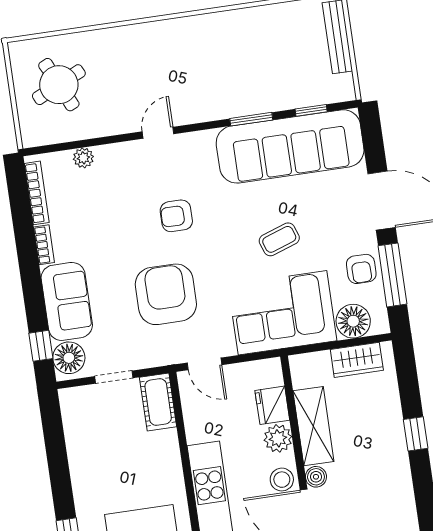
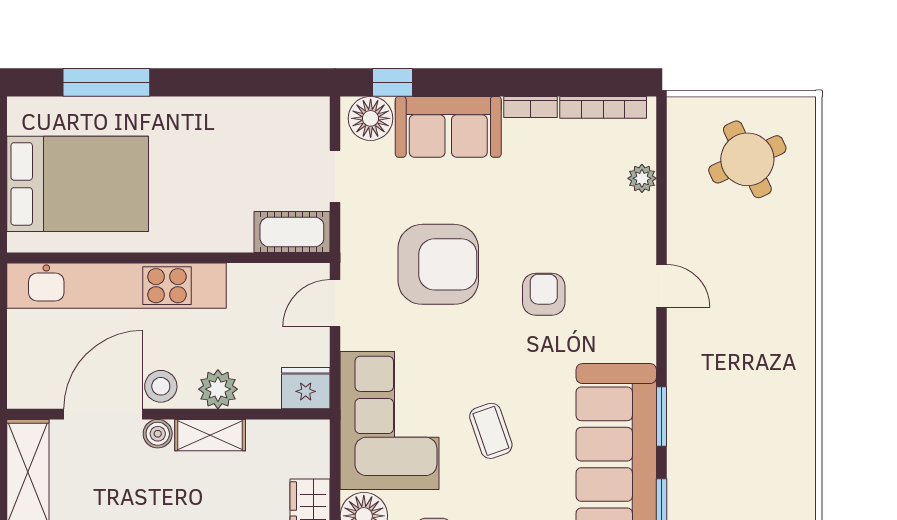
fridge: (272, 405) -> (306, 388), moved
shelving: (313, 426) -> (210, 435), width x0.67, depth x0.75

